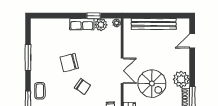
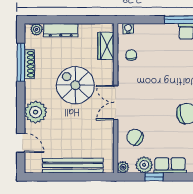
door: (192, 41) -> (21, 143), hinge flipped
plant: (181, 79) -> (36, 112), moved
chair: (82, 86) -> (135, 137), moved

